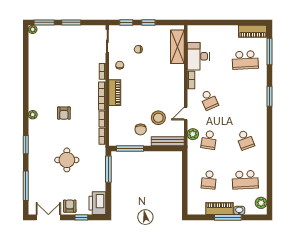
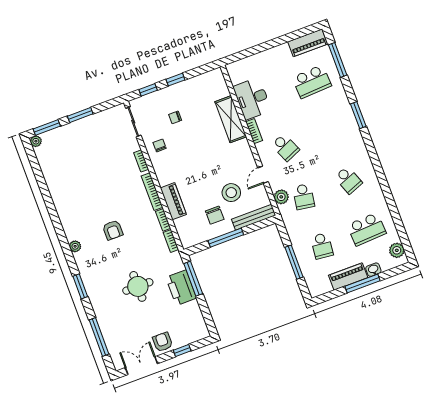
shelving: (177, 47) -> (231, 119), moved
piano: (115, 93) -> (173, 201), moved
window: (130, 148) -> (226, 238), moved
window: (185, 184) -> (294, 262), added
printer: (97, 203) -> (181, 288), moved

